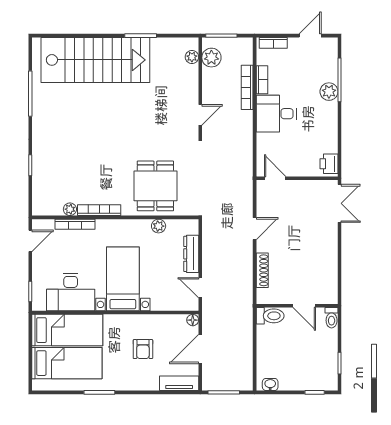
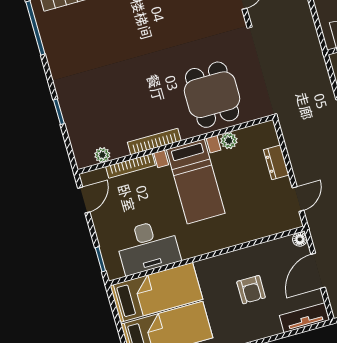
plant: (70, 209) -> (102, 155), moved
dresser: (191, 254) -> (276, 162), width x0.70
bed with nightstands: (123, 279) -> (196, 181), moved, turned 180
door: (200, 288) -> (298, 199), swing flipped

